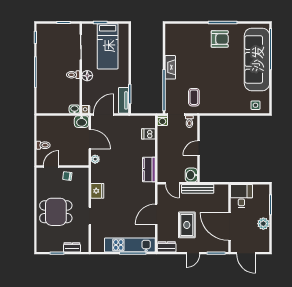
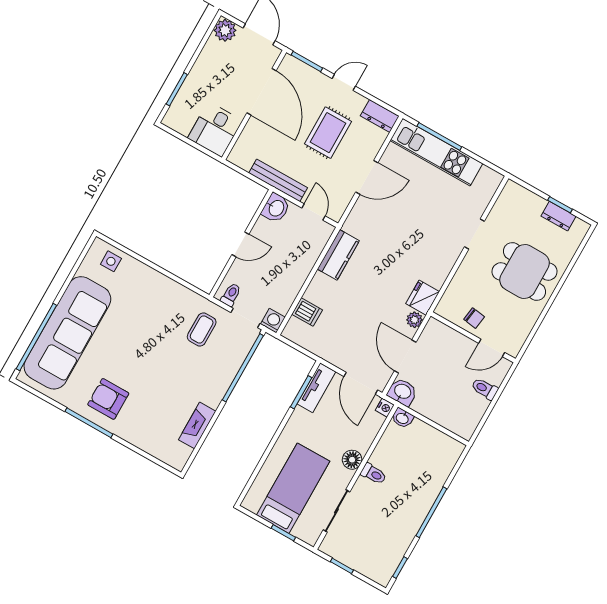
fireplace: (170, 67) -> (197, 425), moved
door: (104, 114) -> (361, 383), hinge flipped
fridge: (97, 191) -> (423, 298), moved
plant: (263, 224) -> (225, 30), moved
dresser: (72, 247) -> (558, 216), moved

